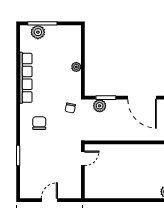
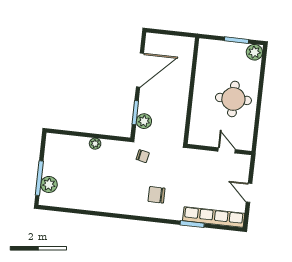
row of seats: (26, 78) -> (214, 217), moved
door: (83, 158) -> (227, 150), moved
round table: (126, 179) -> (233, 99), added

